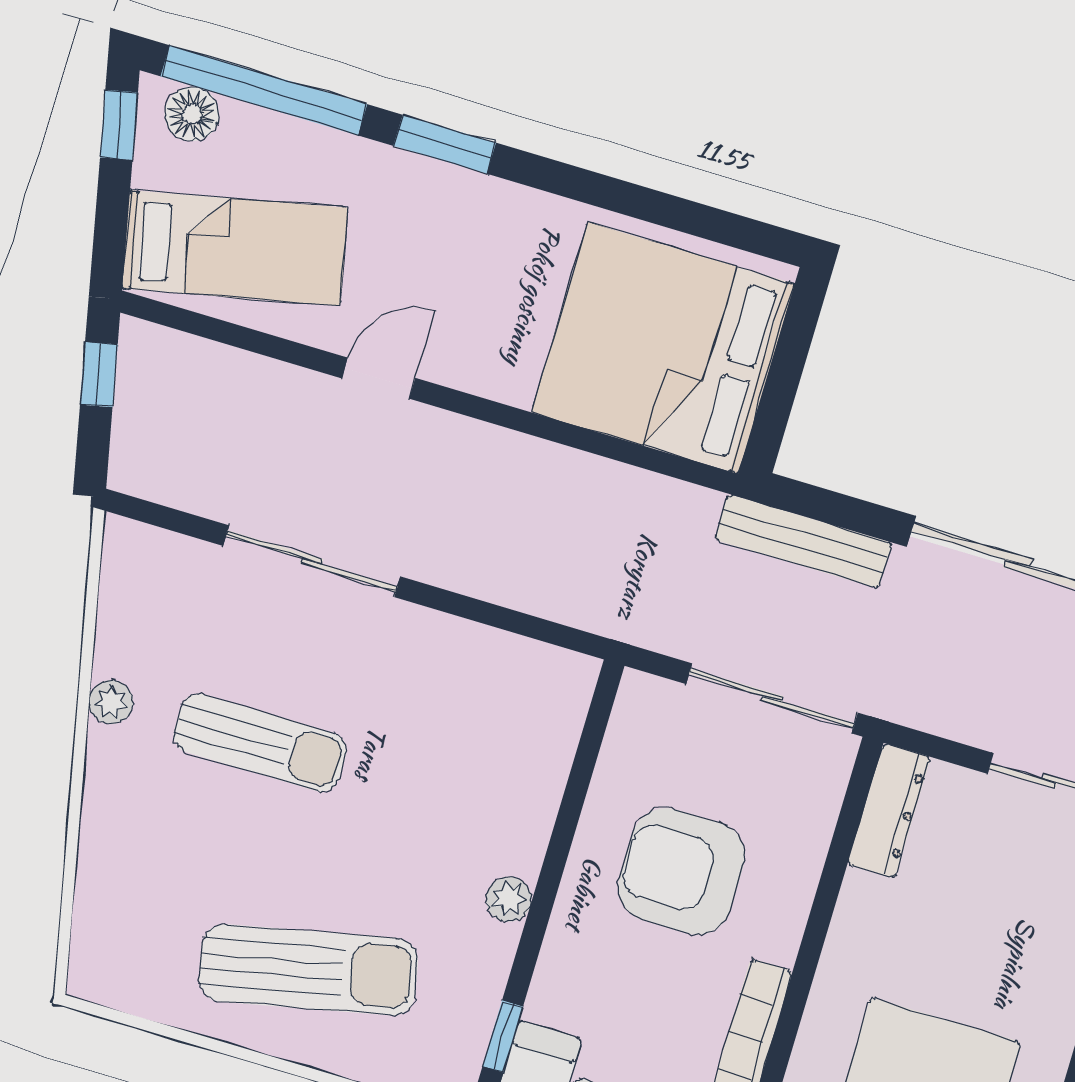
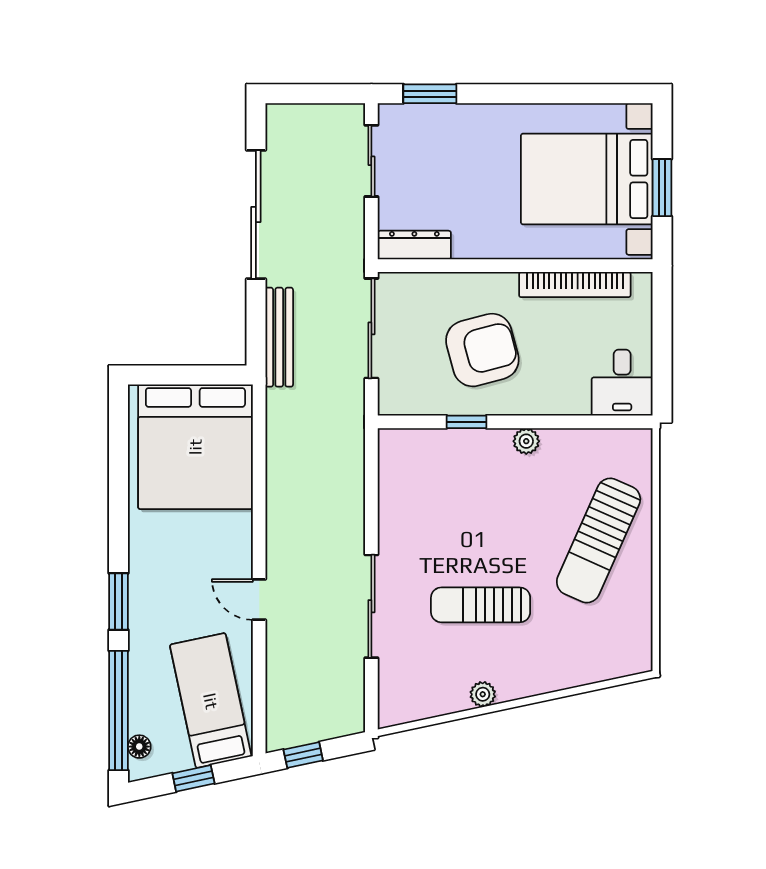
floor lamp: (192, 114) -> (139, 747), width x0.73, depth x0.73
window: (119, 125) -> (193, 778), moved
sun lounger: (260, 743) -> (481, 605), turned -90
armchair: (682, 871) -> (482, 350), turned -105
sun lounger: (308, 970) -> (599, 541), turned -144
window: (503, 1036) -> (467, 422), moved

